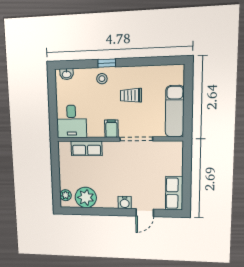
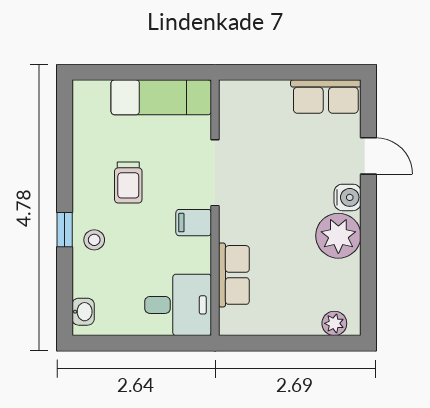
plant: (86, 197) -> (338, 236), moved

